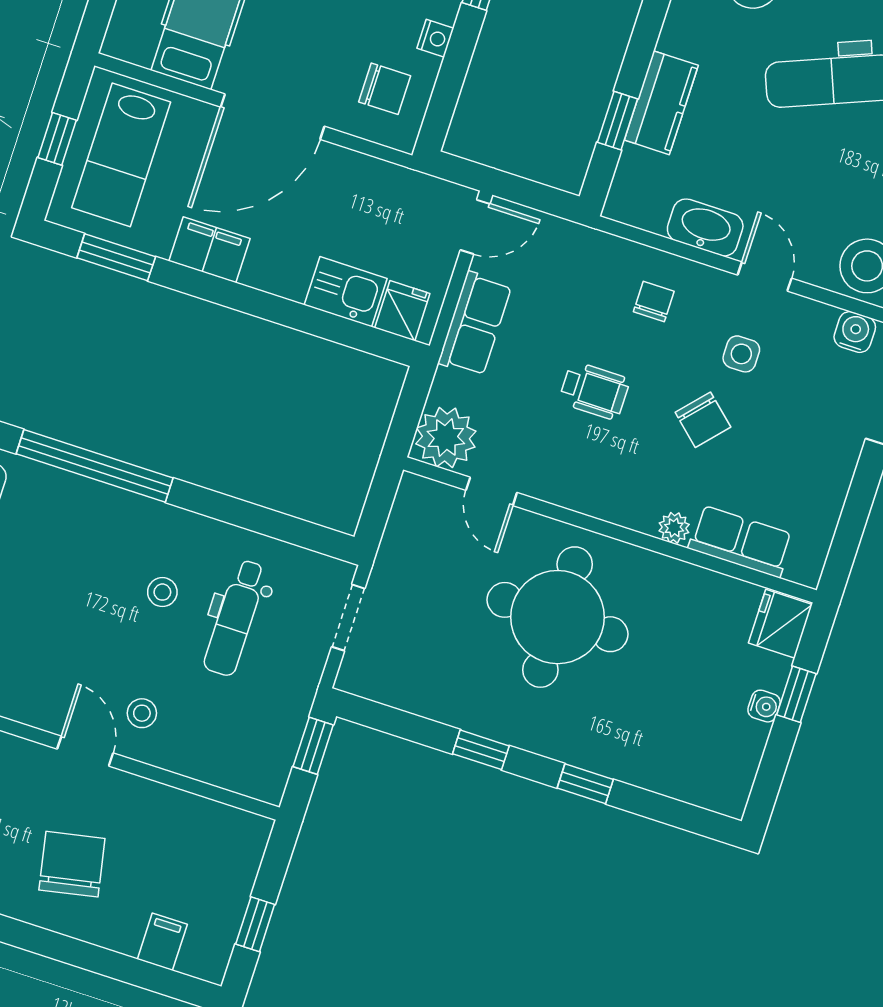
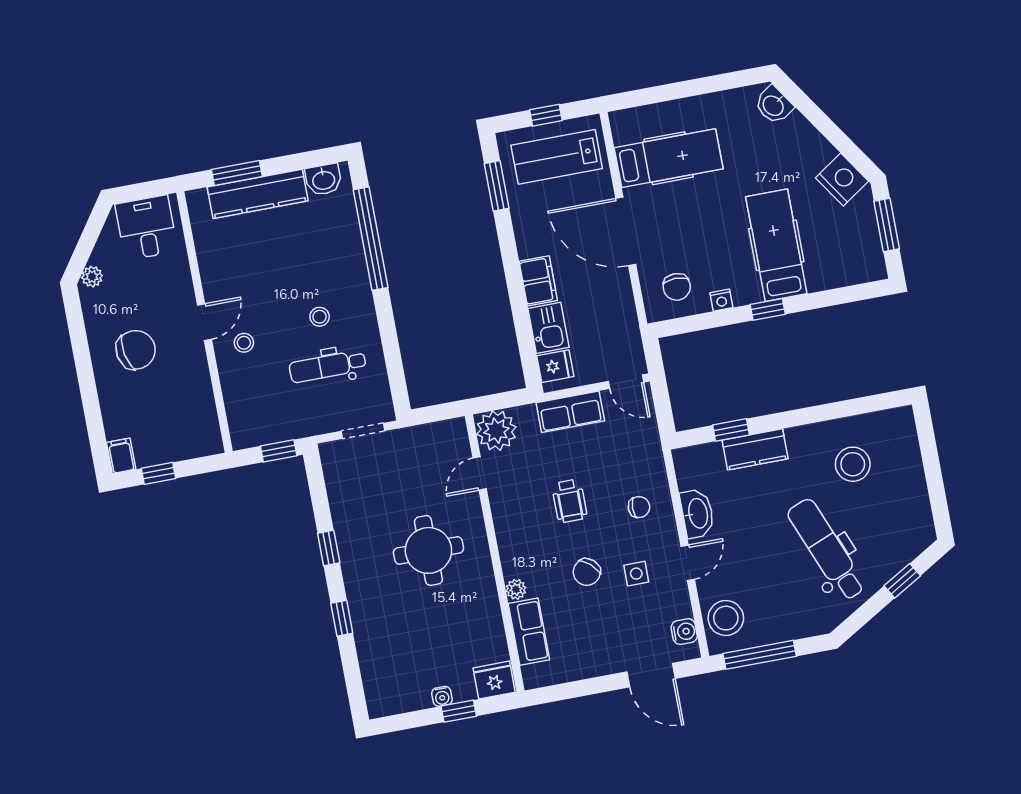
filing cabinet: (209, 250) -> (538, 281), moved
round table: (558, 617) -> (428, 550), width x0.73, depth x0.73
filing cabinet: (162, 942) -> (121, 456), moved, turned -90

